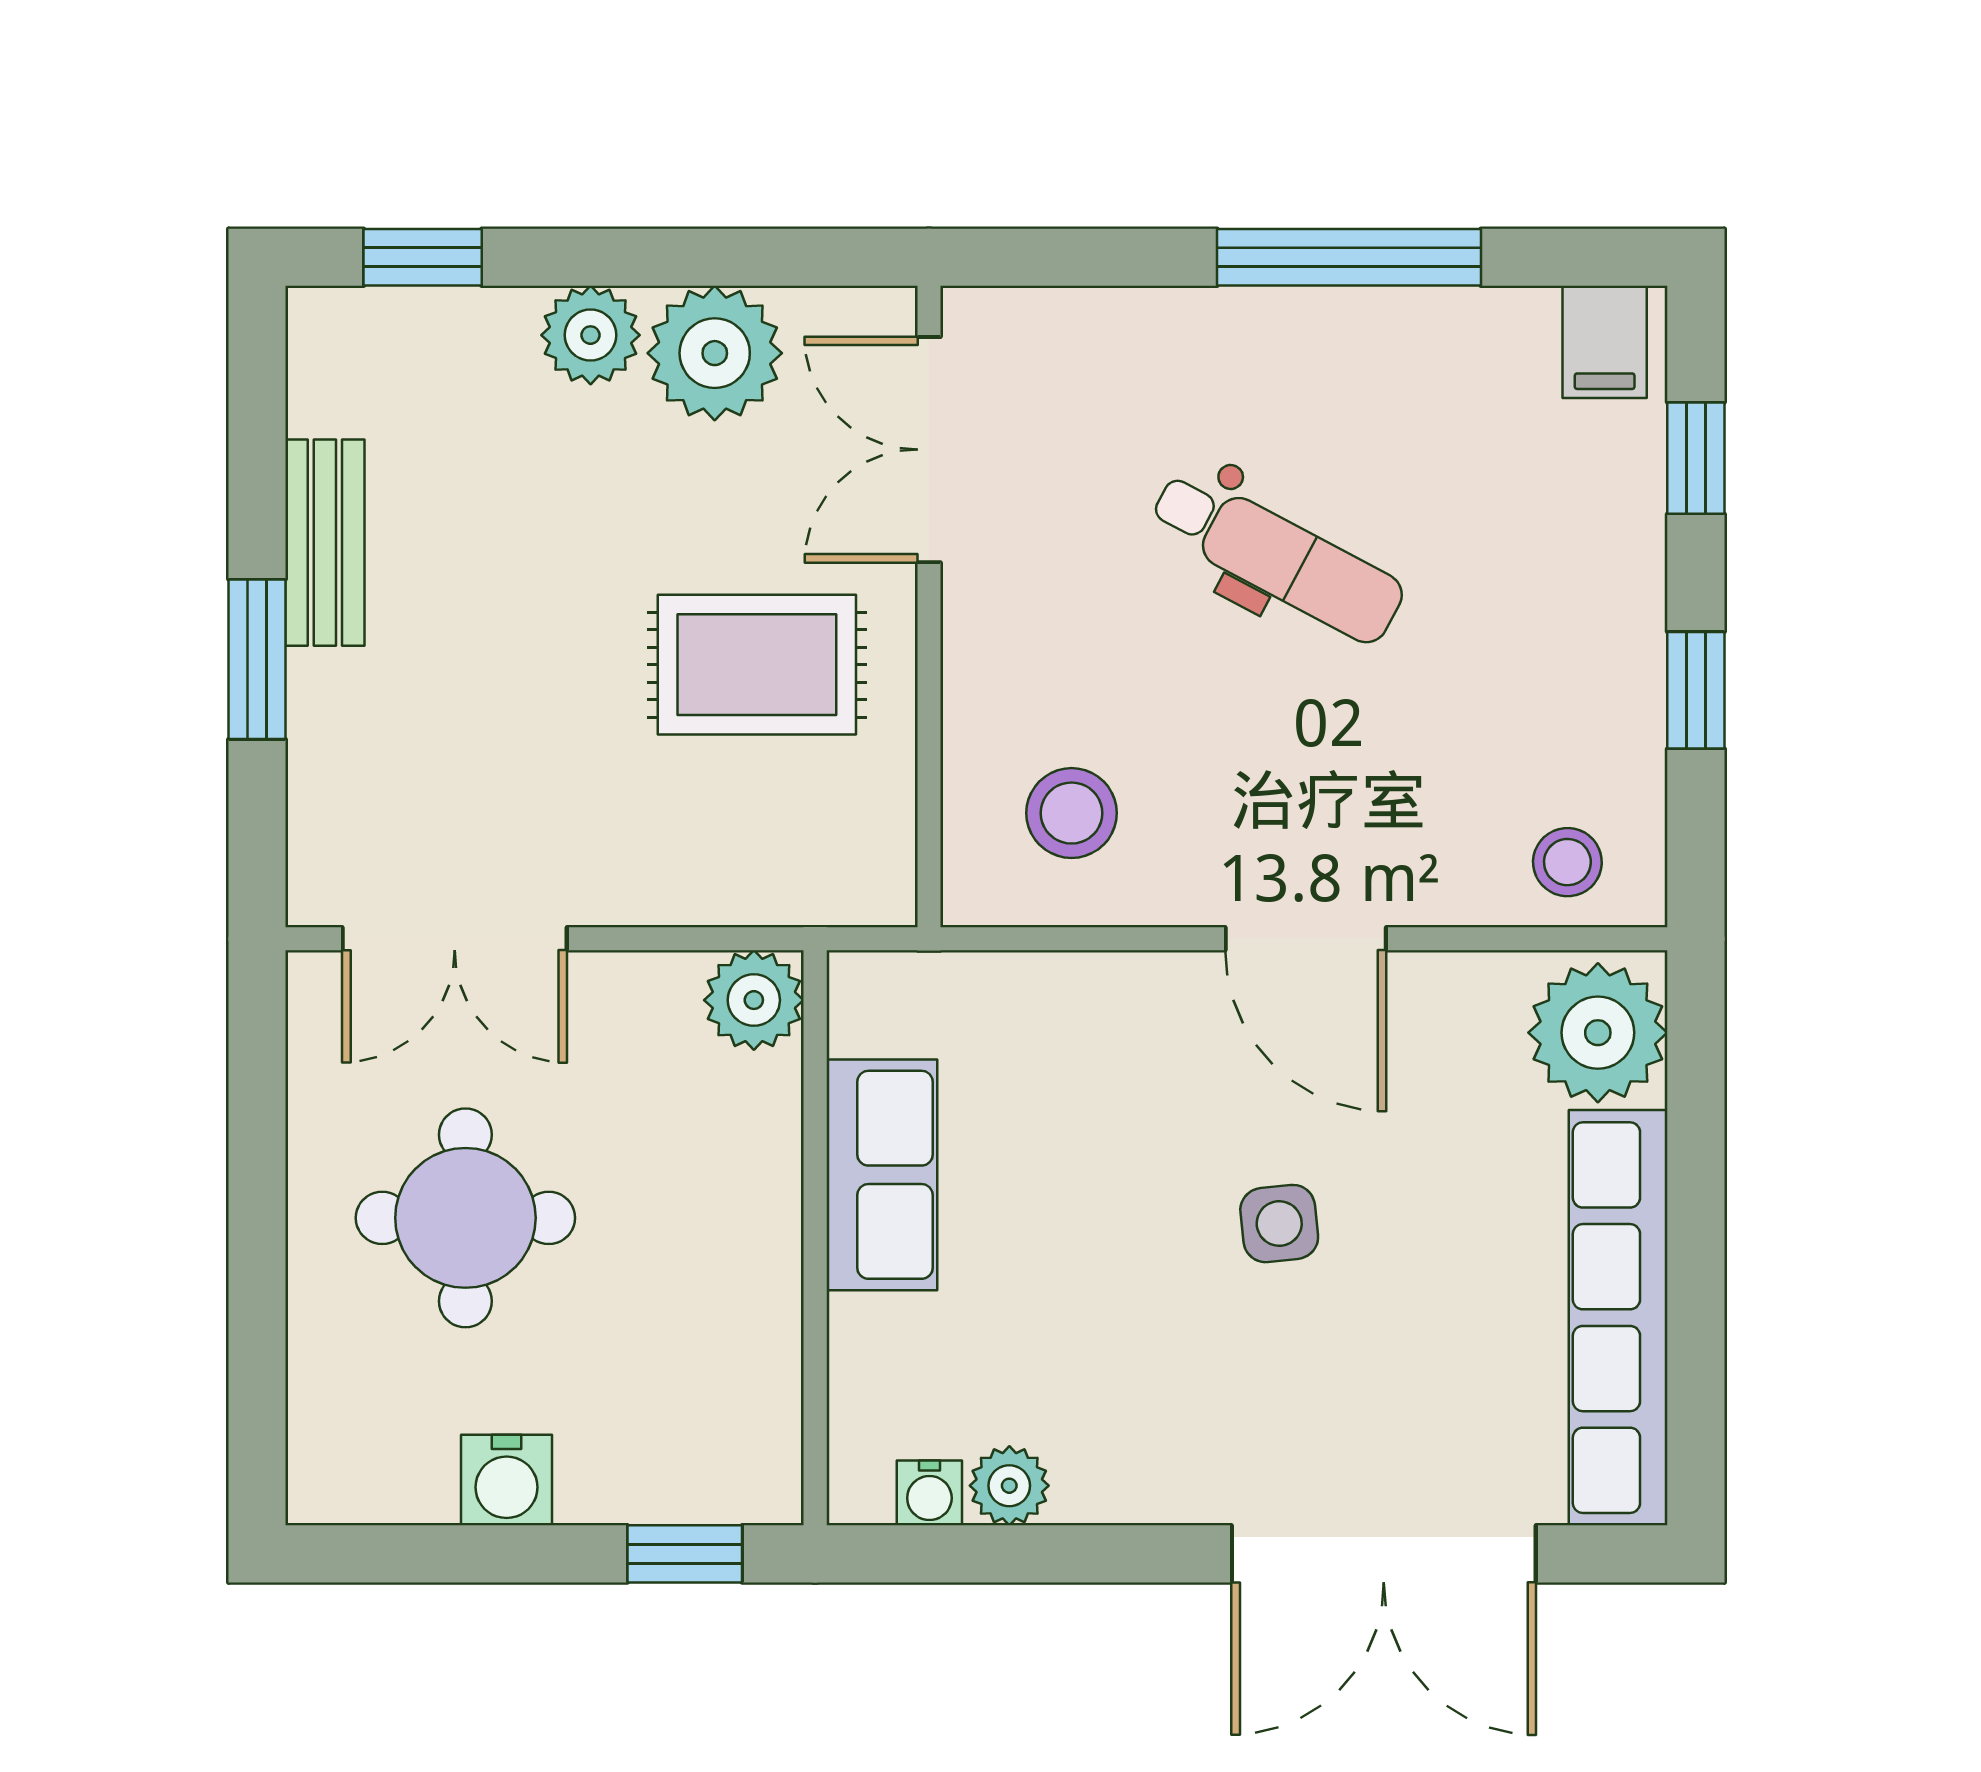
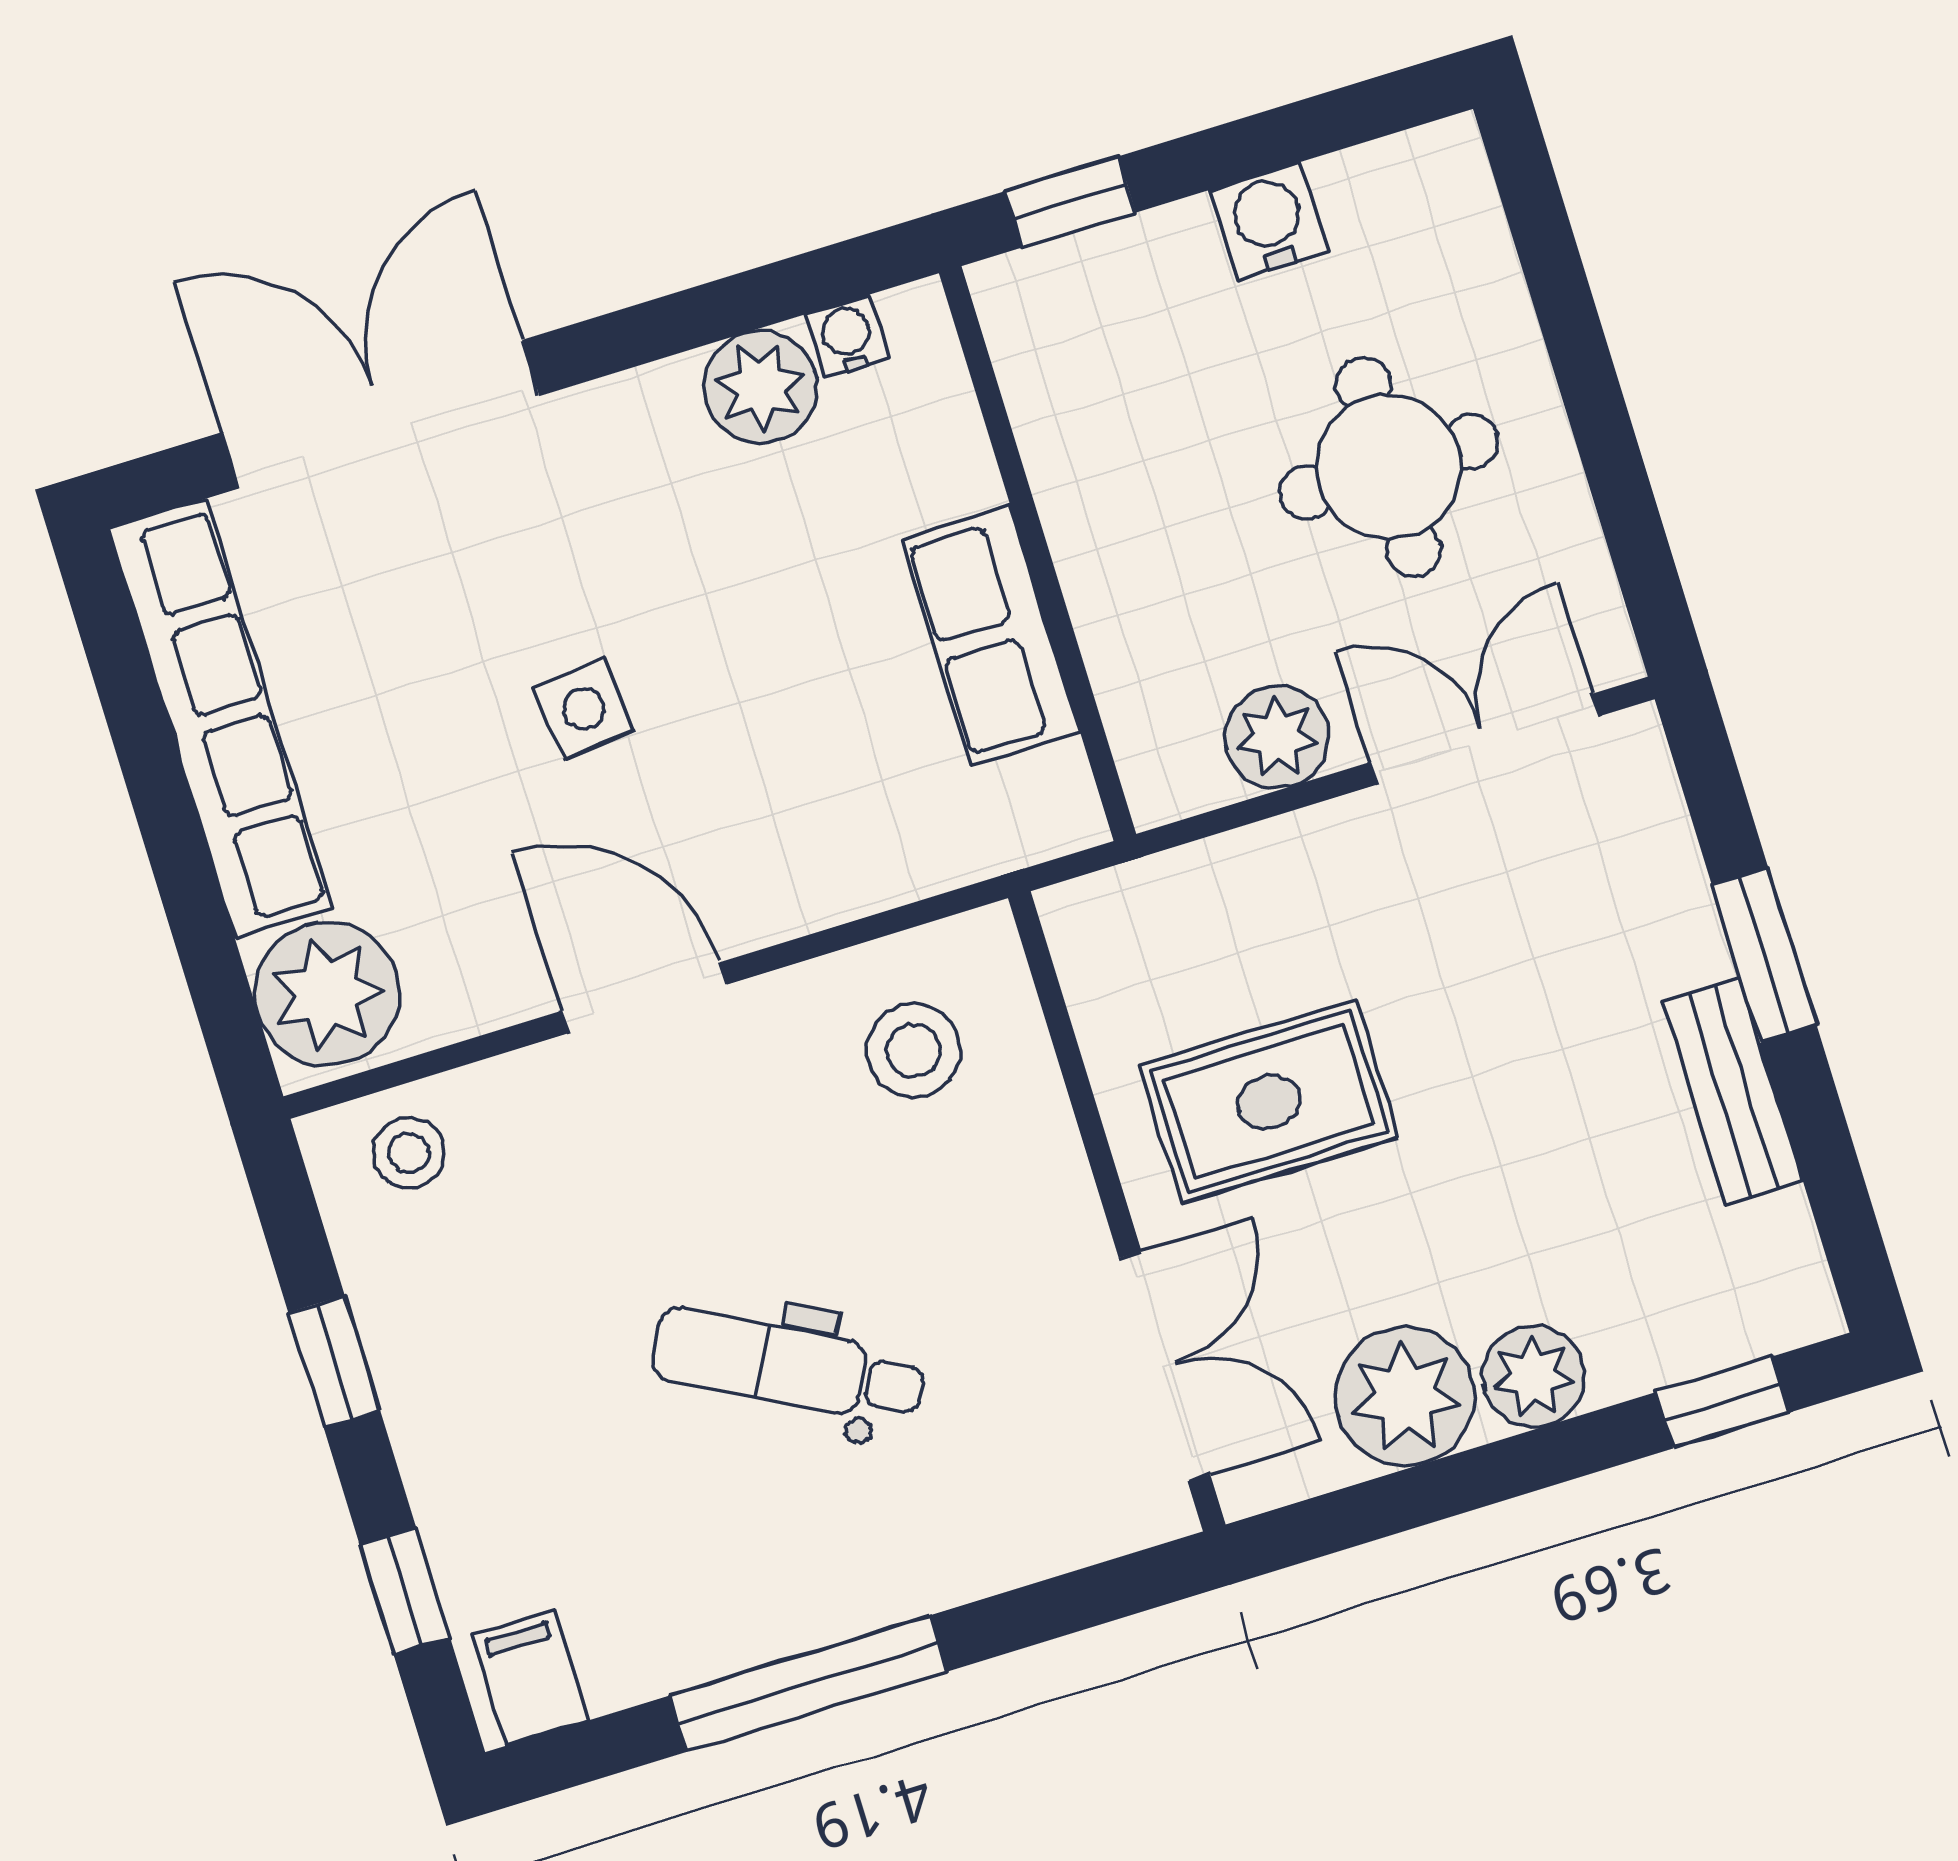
plant: (754, 1000) -> (1277, 737), moved
plant: (1009, 1486) -> (760, 387), width x1.38, depth x1.38

